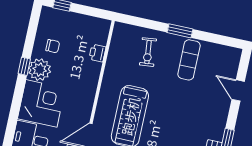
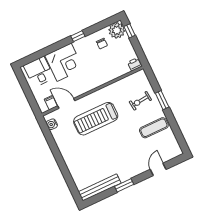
window: (180, 31) -> (162, 100), moved
printer: (97, 53) -> (134, 64), moved
plant: (40, 70) -> (117, 30), moved

